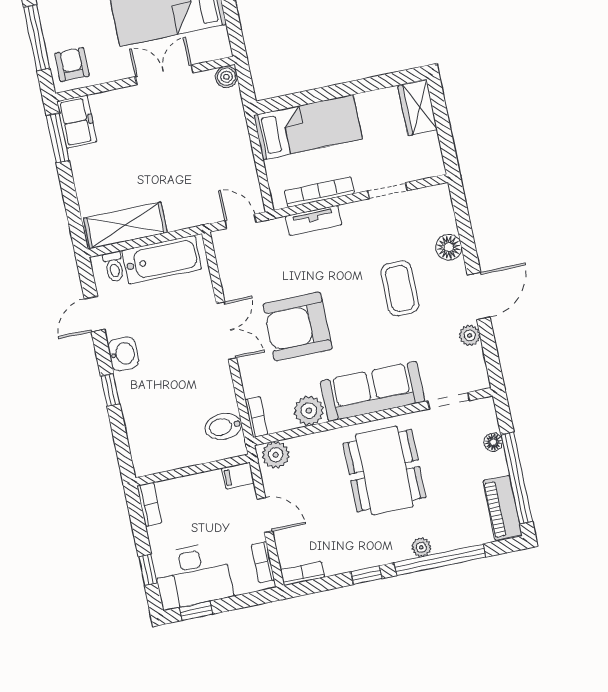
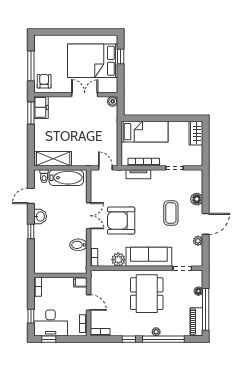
bidet: (223, 426) -> (78, 245), moved
plant: (276, 455) -> (99, 276), removed

